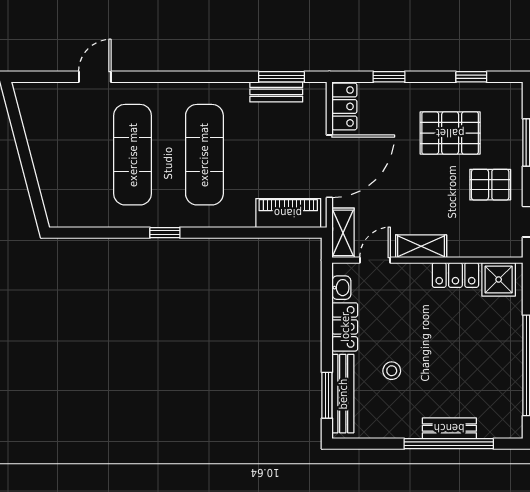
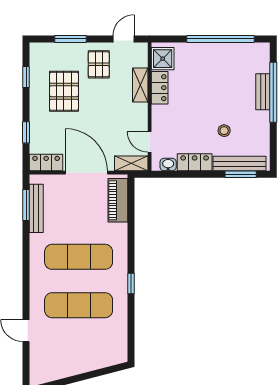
bench: (276, 92) -> (36, 208), width x1.36
shelving: (421, 246) -> (140, 85), moved

